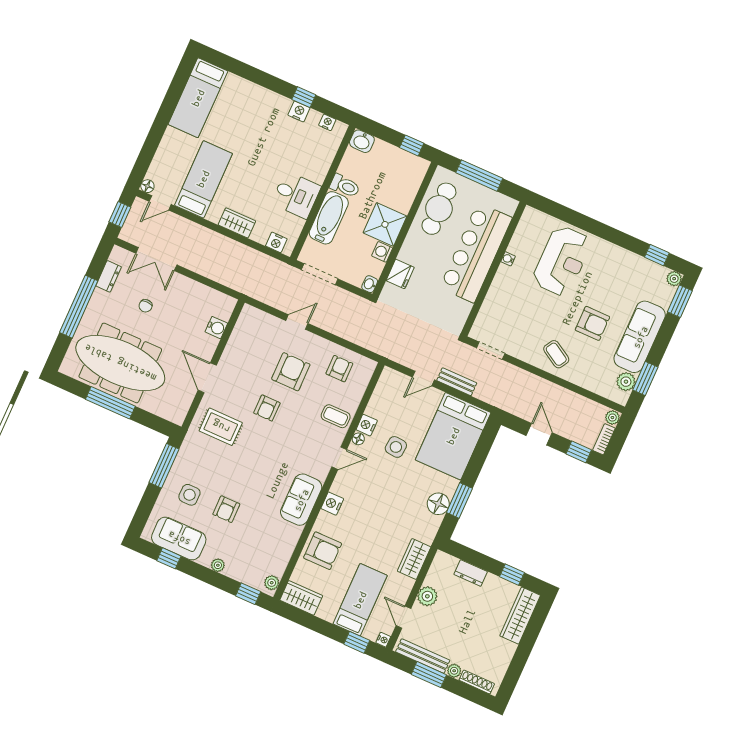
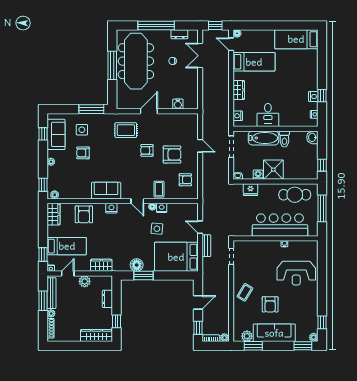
rug: (221, 427) -> (126, 130), turned 90

